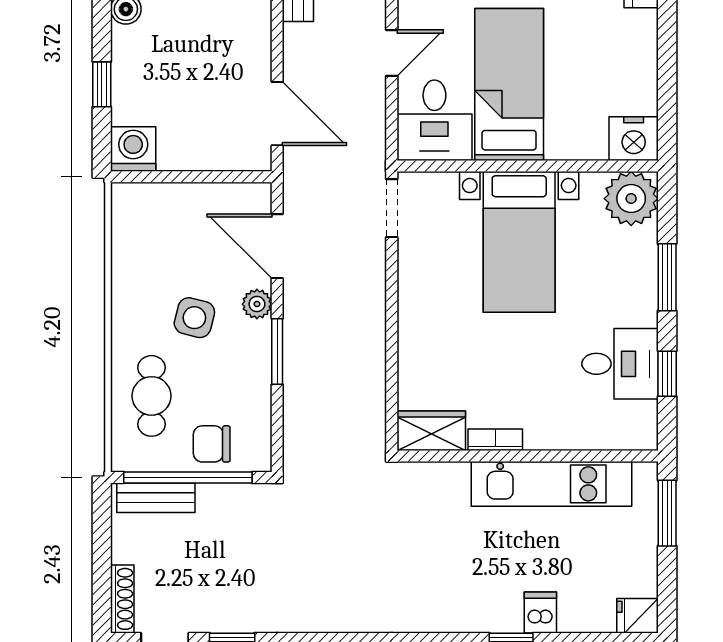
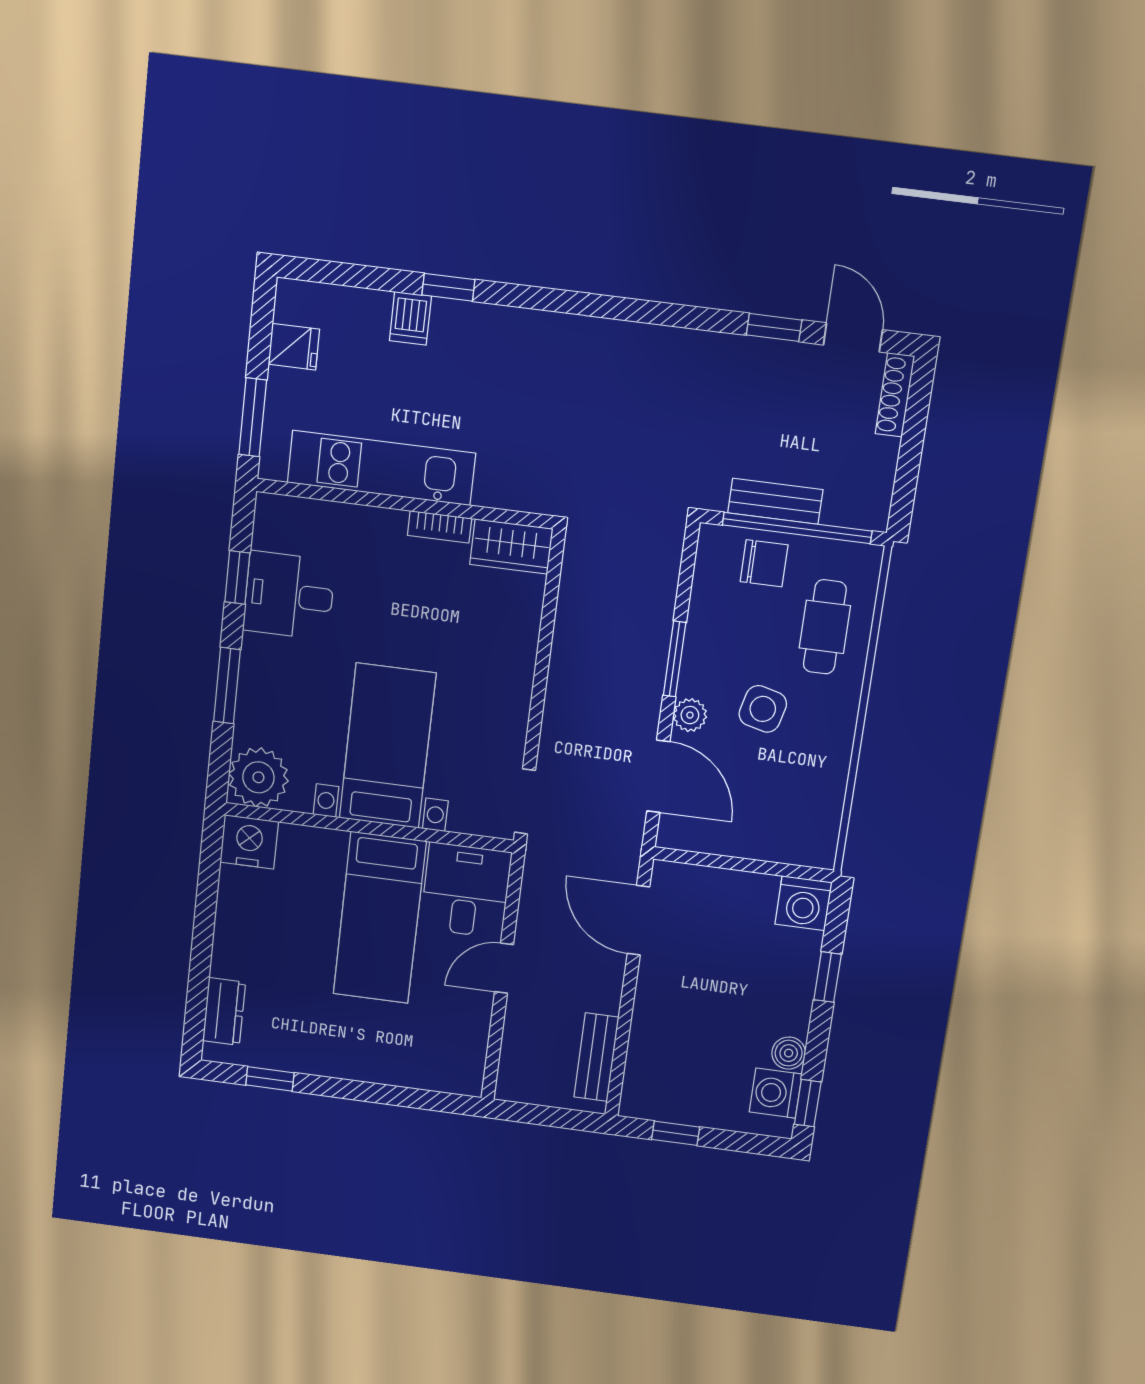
bench: (156, 498) -> (775, 501), moved
fridge: (638, 616) -> (294, 347), moved

